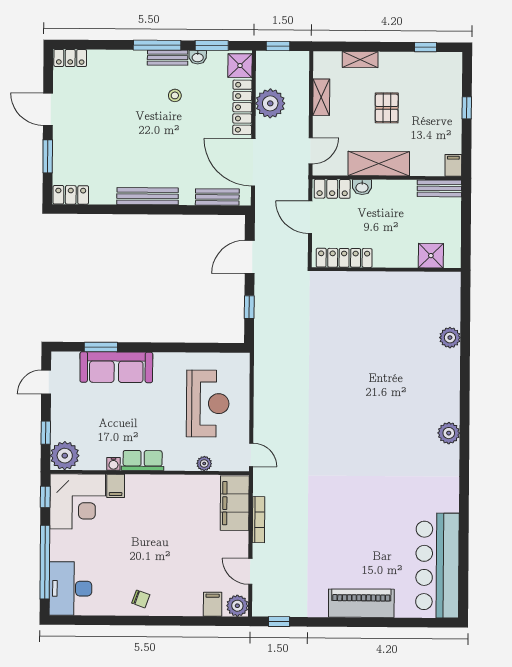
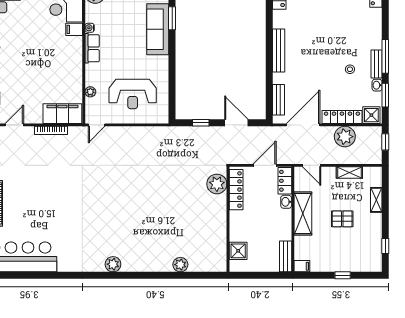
plant: (336, 285) -> (217, 184), added

